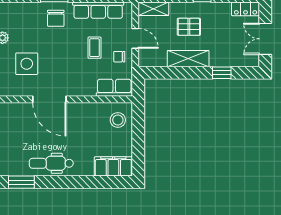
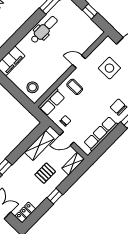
coffee table: (95, 48) -> (75, 87), moved
shelving: (188, 59) -> (39, 145), moved
door: (49, 99) -> (79, 62), width x0.53

